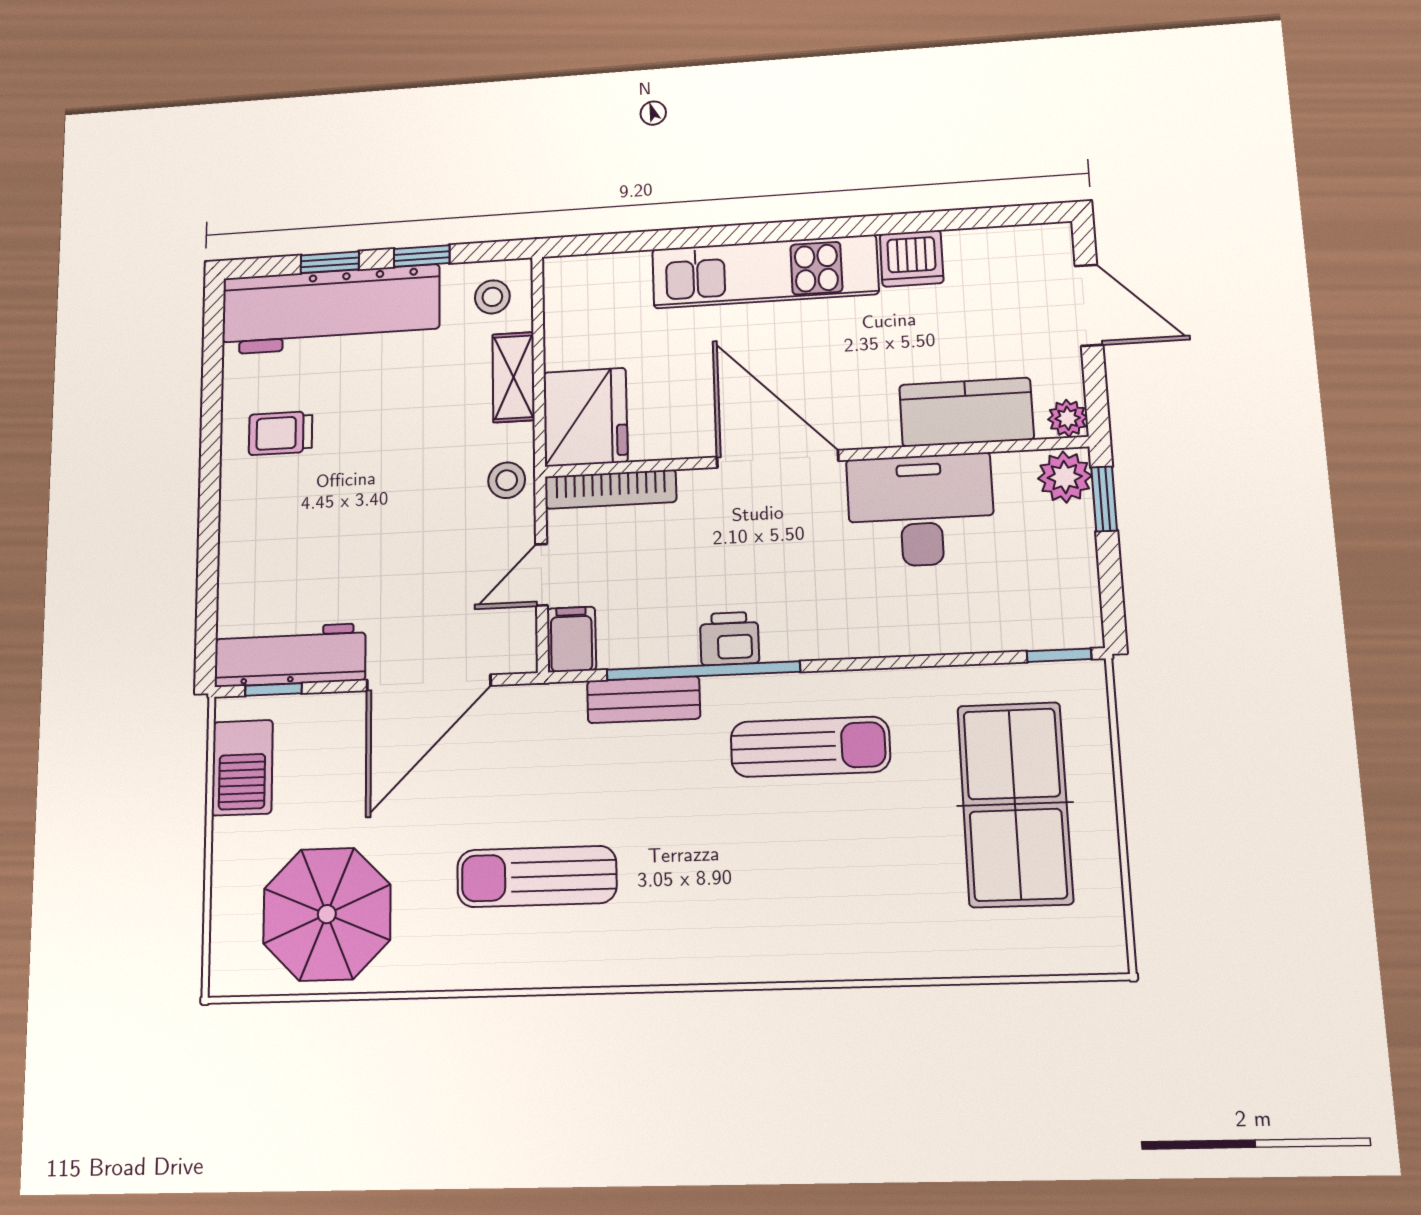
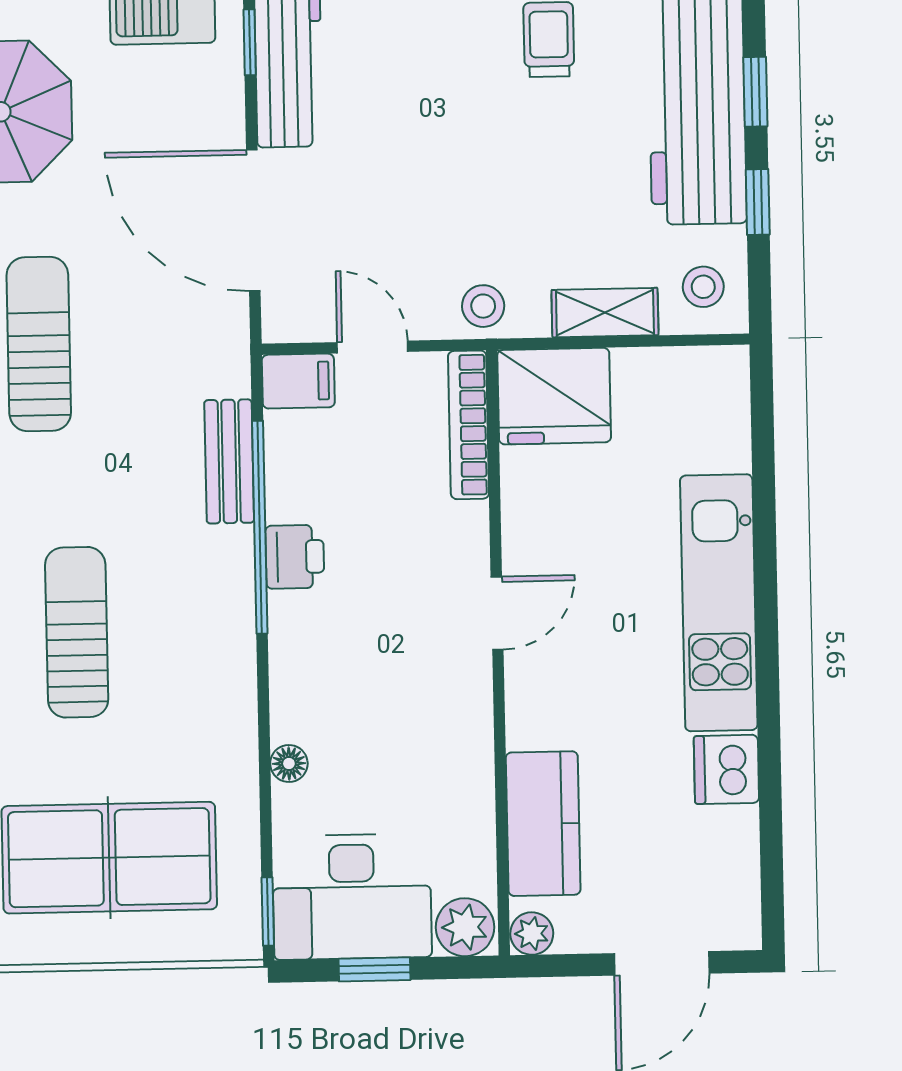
door: (777, 459) -> (497, 613), width x0.53
window: (1104, 499) -> (374, 969), moved
desk: (921, 510) -> (352, 897), moved, turned 90
floor lamp: (920, 639) -> (289, 764), added
sun lounger: (810, 747) -> (77, 632), moved, turned 180

